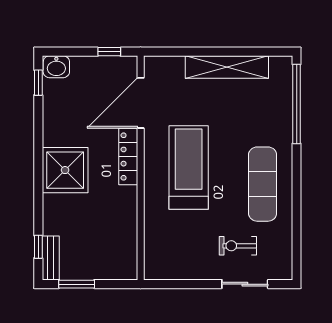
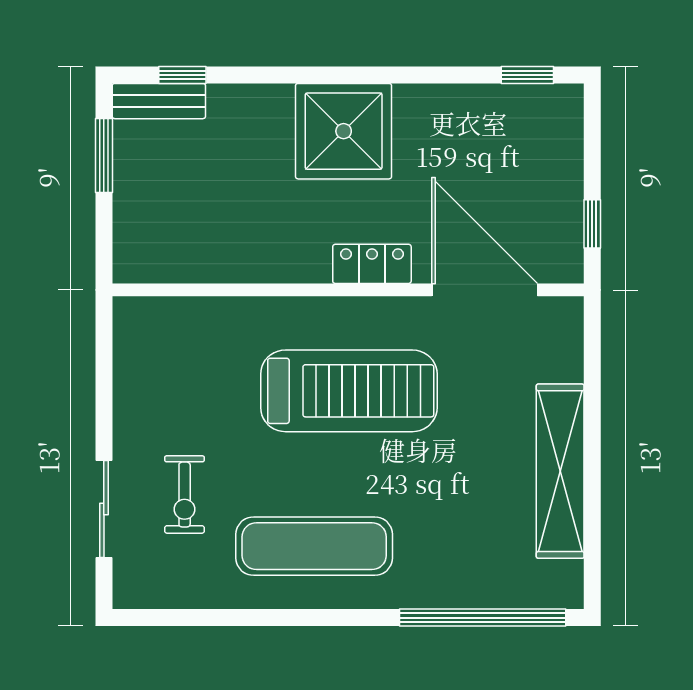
washbasin: (56, 67) -> (561, 113), removed
locker: (128, 157) -> (372, 264), width x0.66
exercise bike: (238, 246) -> (185, 495), turned 180

